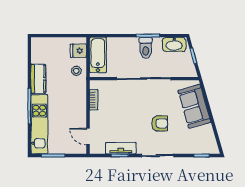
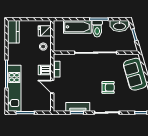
bathtub: (98, 55) -> (77, 27), moved, turned 90
kitchen counter: (38, 79) -> (13, 32), moved
dishwasher: (78, 101) -> (45, 70), added
door: (88, 136) -> (52, 87), moved

